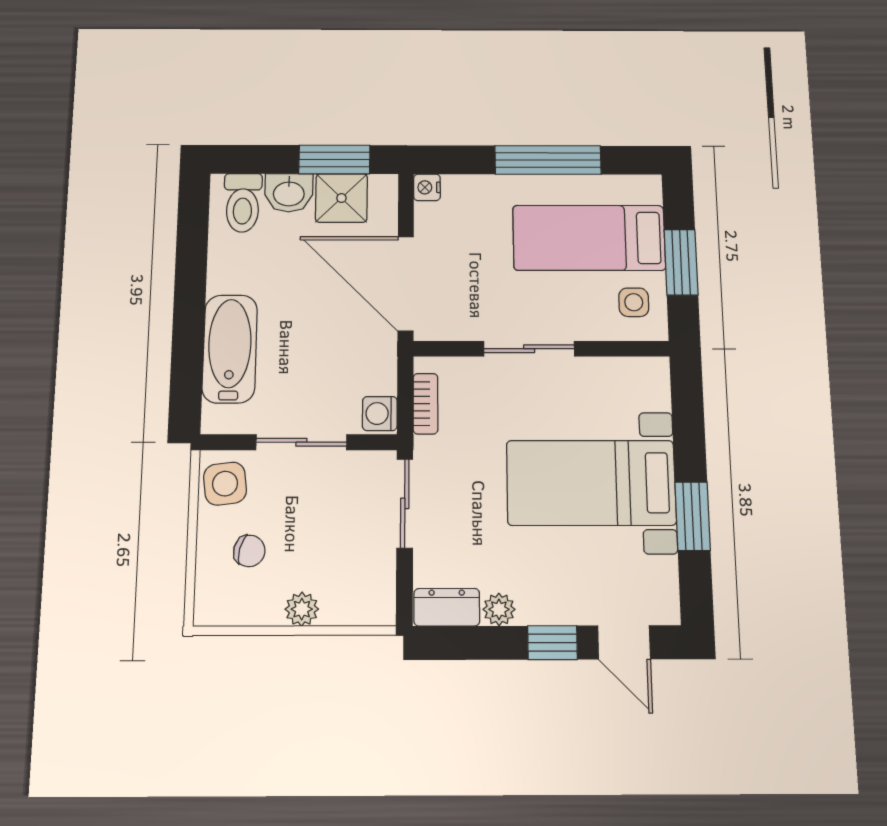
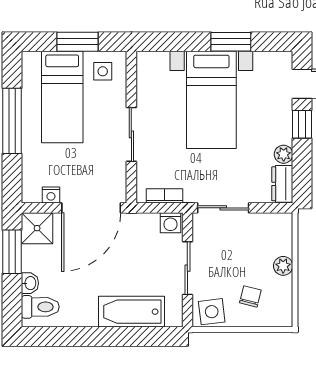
nightstand: (427, 187) -> (51, 195), moved
washbasin: (289, 193) -> (30, 283), width x0.72, depth x0.69
shower: (341, 198) -> (37, 228), moved

